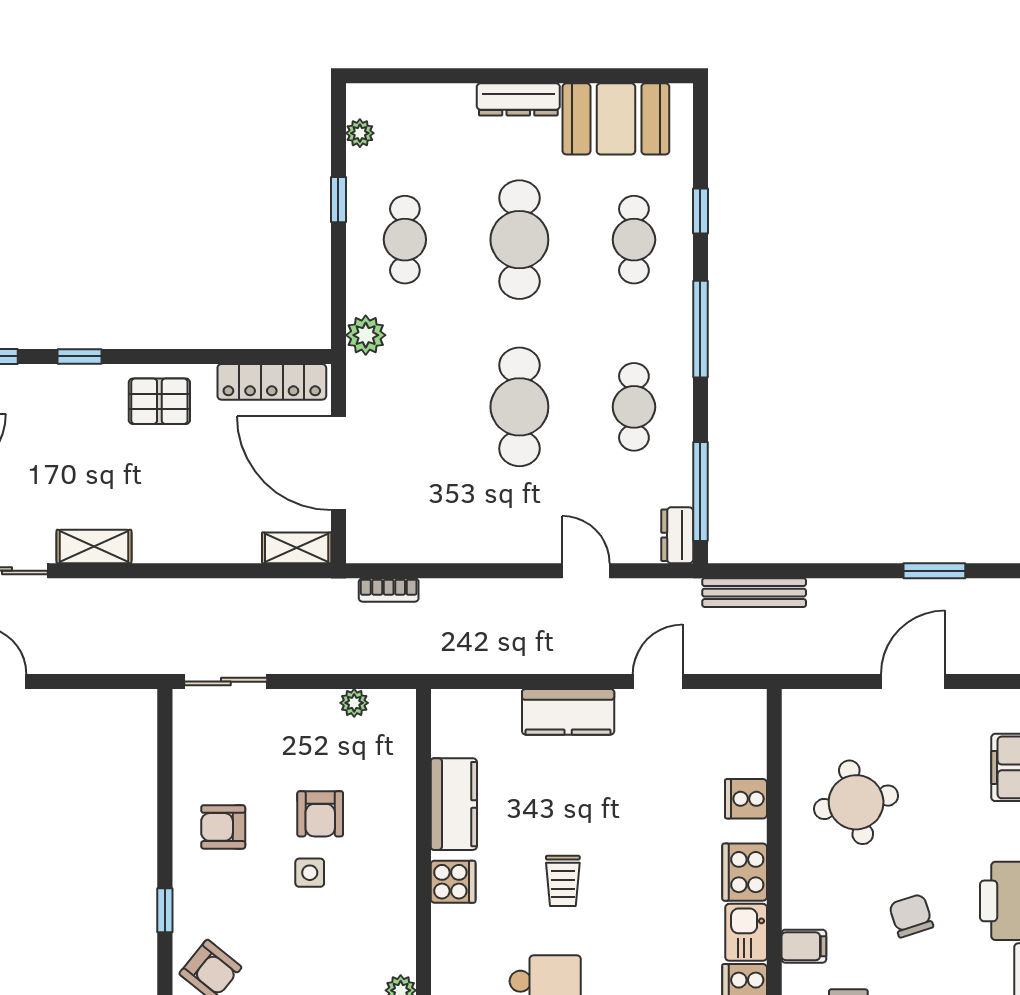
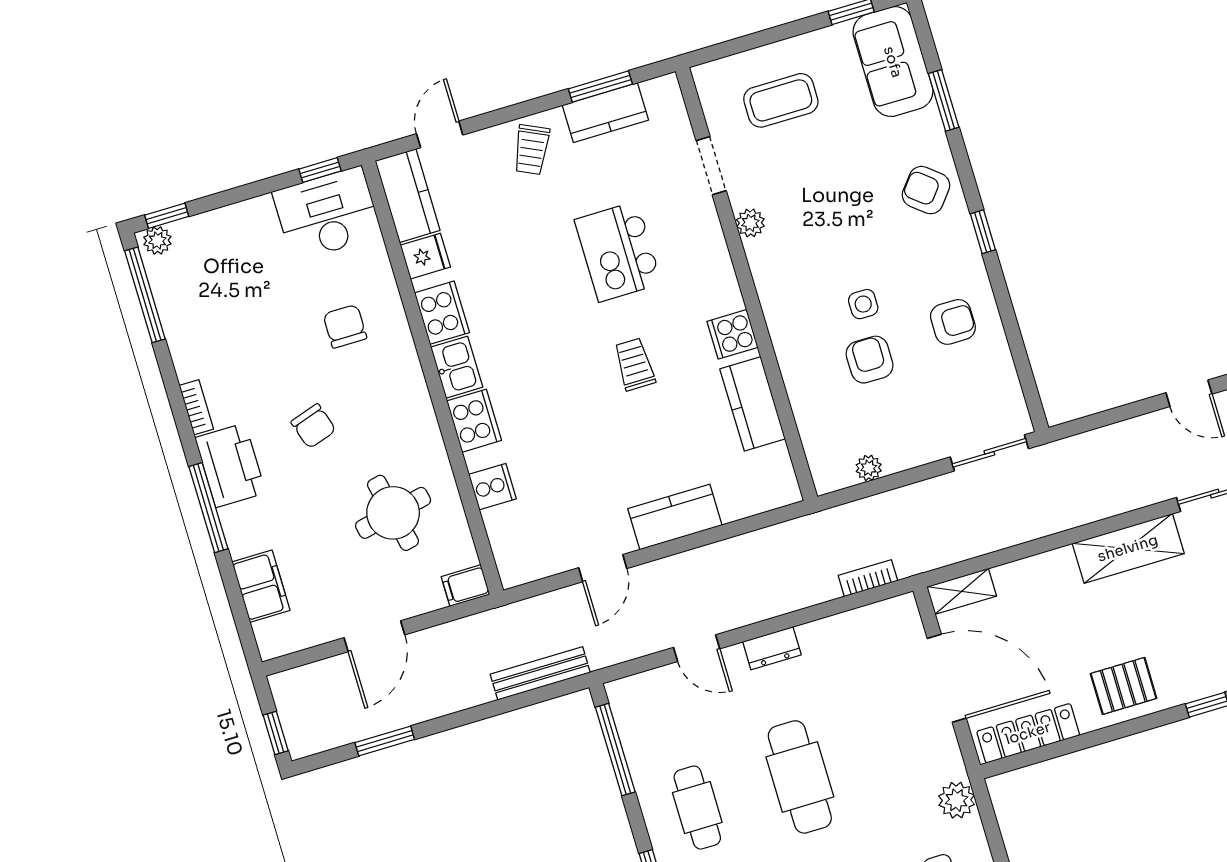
dresser: (677, 535) -> (772, 648), moved, turned 90
shelving: (94, 547) -> (1128, 548), width x1.50, depth x1.33
filing cabinet: (804, 946) -> (465, 586), moved

